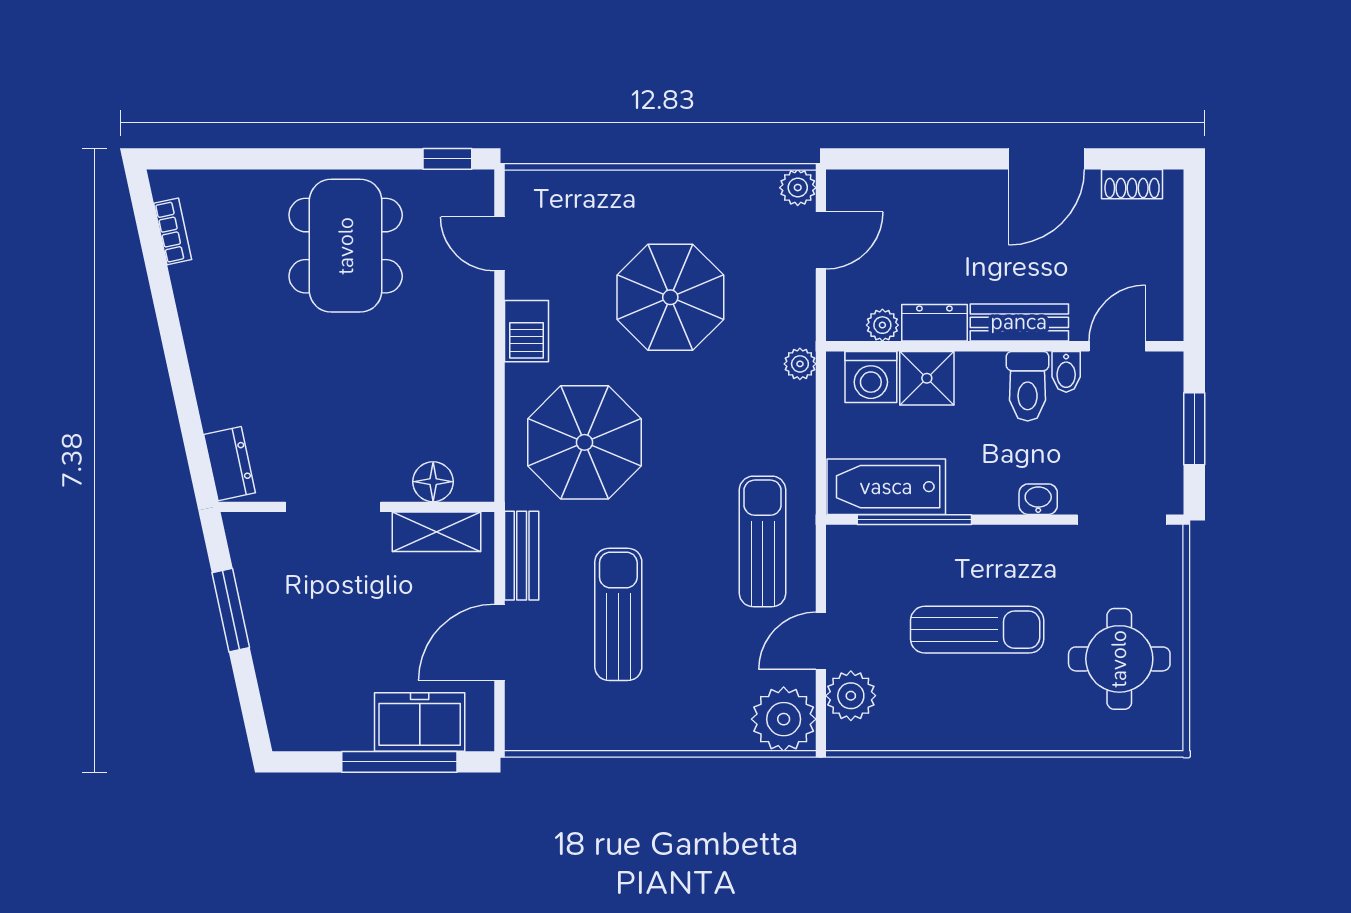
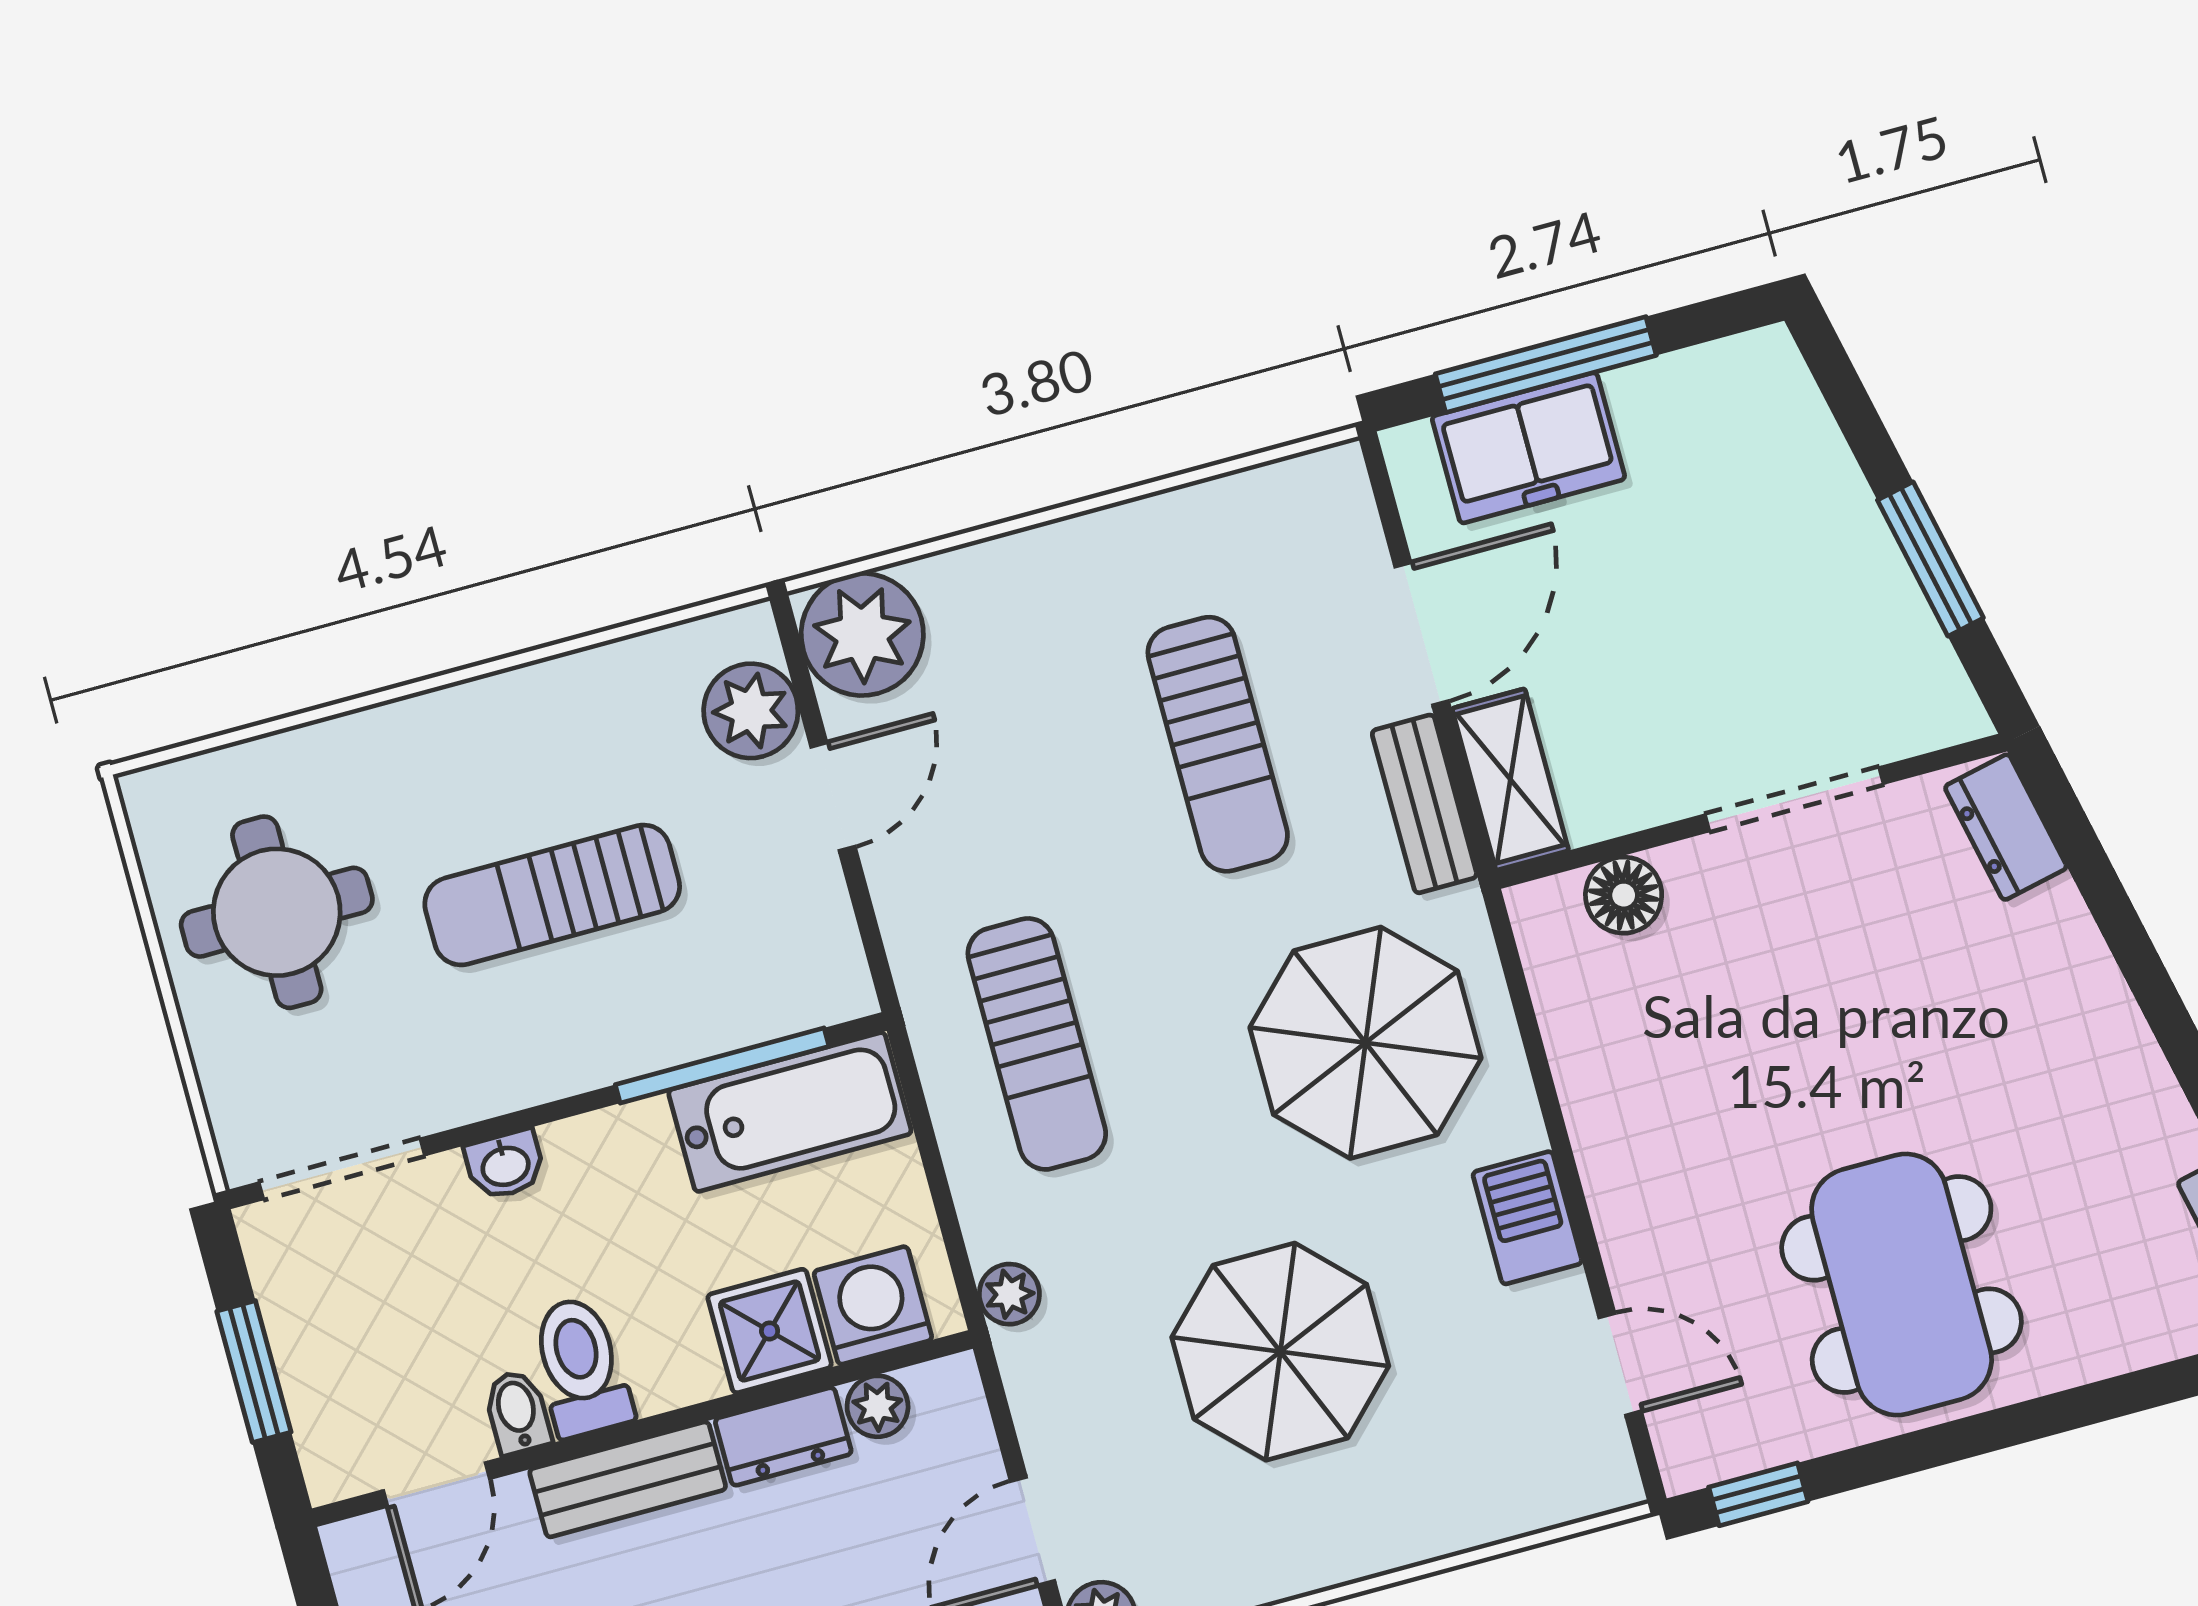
shelving: (437, 532) -> (1510, 779), moved, turned 90
sun lounger: (763, 541) -> (1037, 1044), moved

